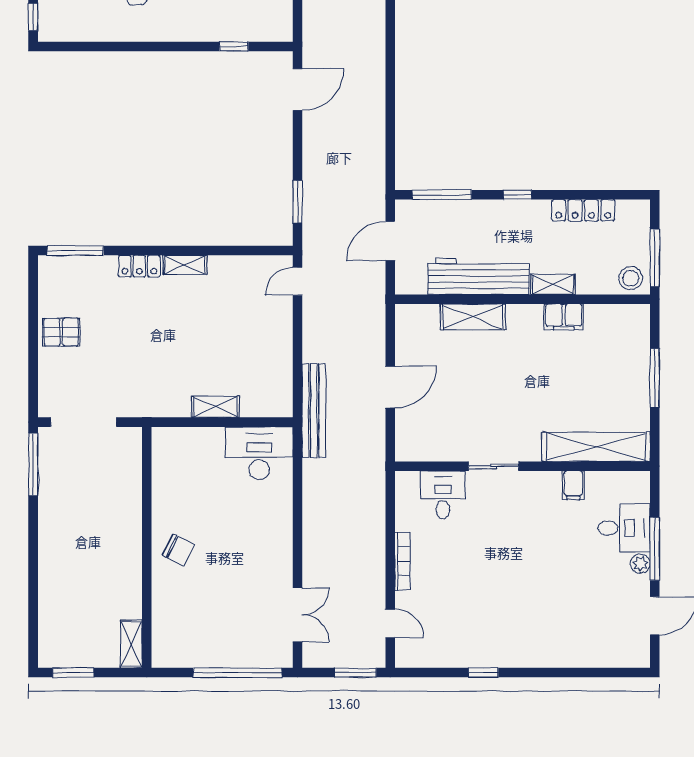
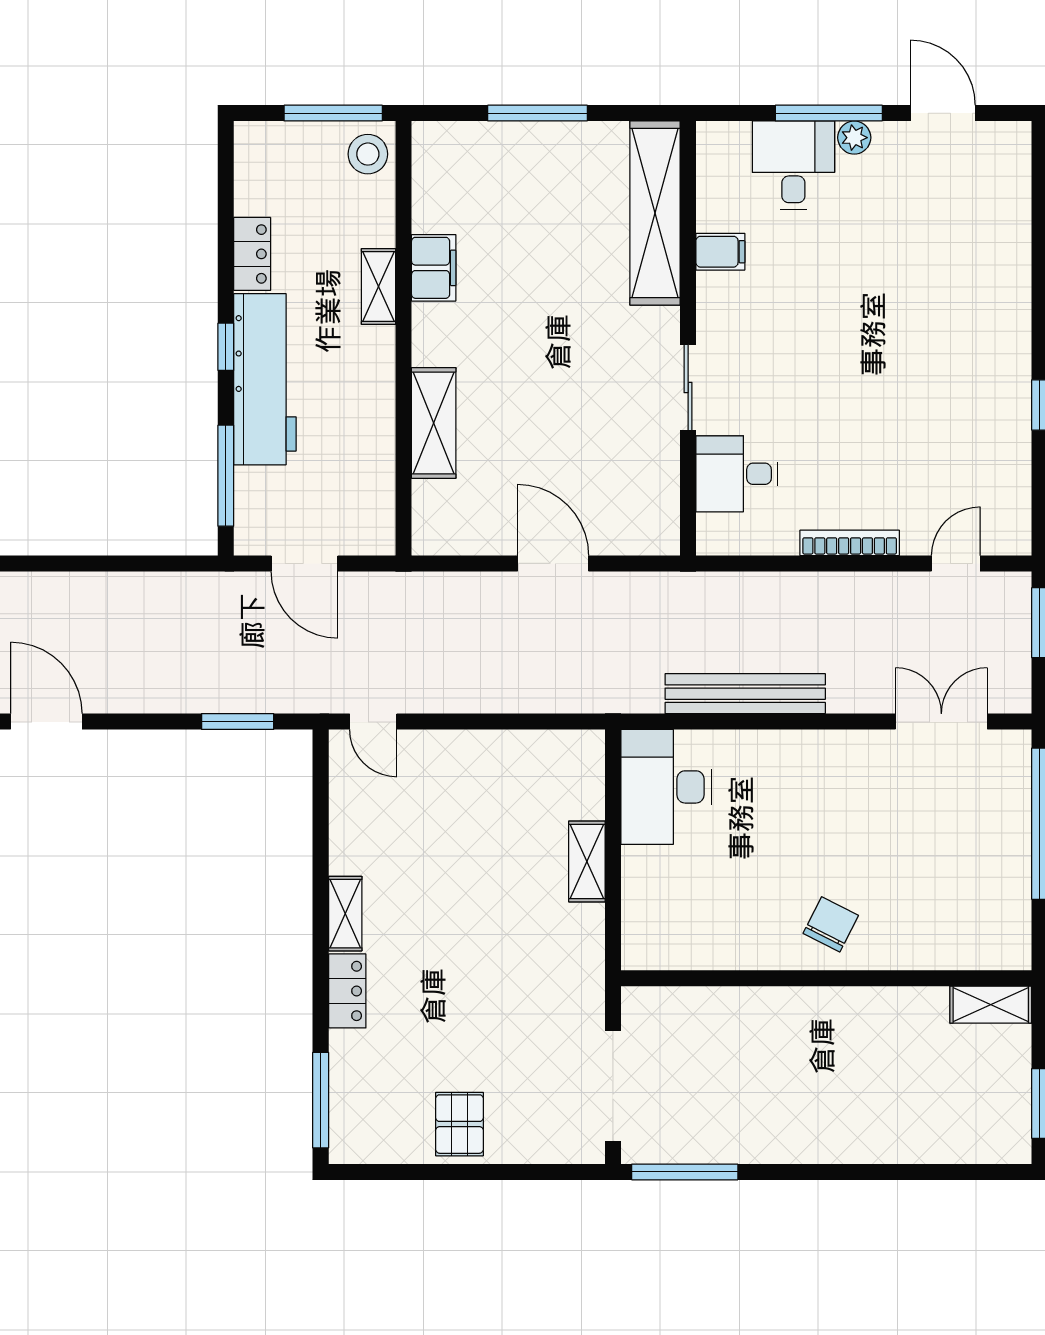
locker: (583, 210) -> (252, 254), width x0.66
workbench: (478, 276) -> (265, 379), moved, turned 180
bench: (314, 411) -> (745, 694), moved

